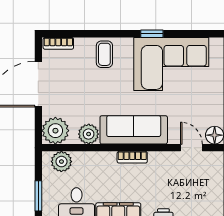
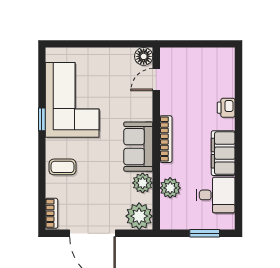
sofa: (134, 130) -> (138, 147), width x0.73
bookcase: (132, 157) -> (166, 139), width x1.56
plant: (61, 162) -> (170, 188), moved

